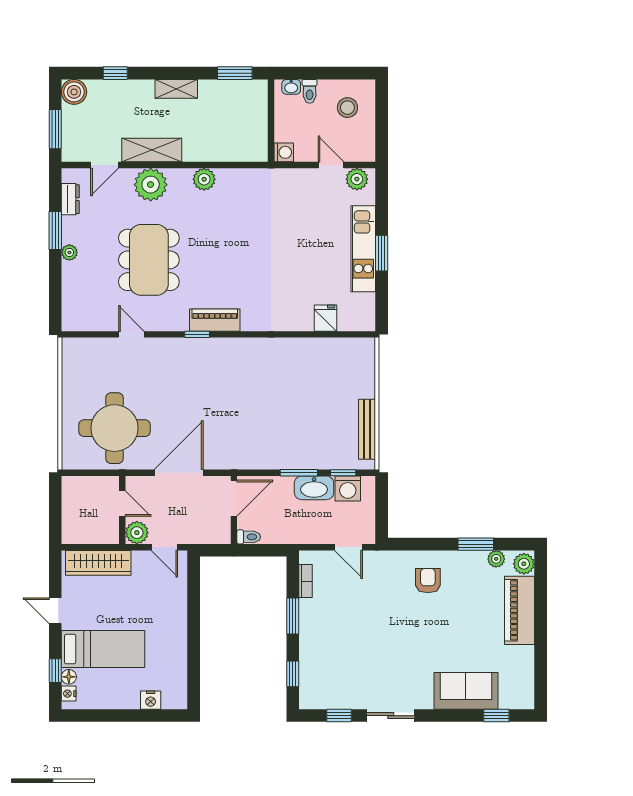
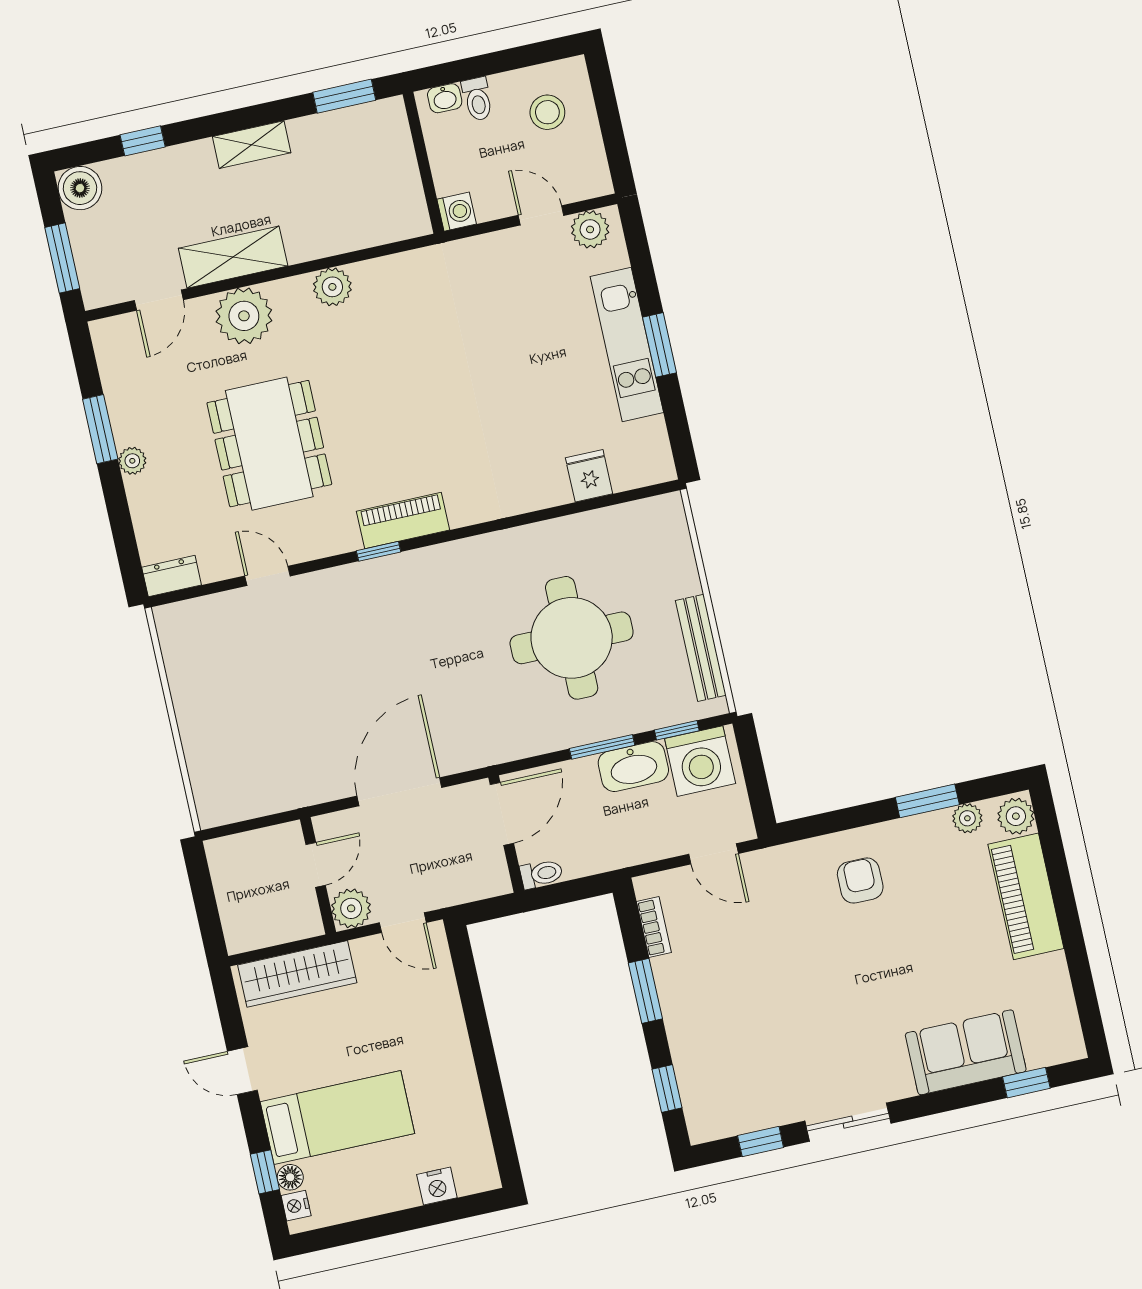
dresser: (70, 199) -> (172, 576), moved, turned -90
round table: (114, 428) -> (572, 638), moved
washing machine: (348, 488) -> (700, 761), width x1.37, depth x1.37
door: (122, 504) -> (316, 865), hinge flipped

